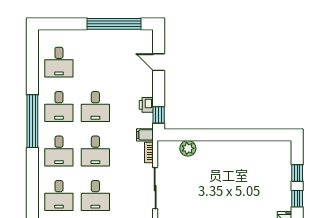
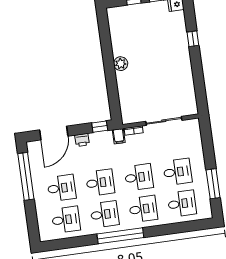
desk: (95, 62) -> (61, 188), added
door: (159, 62) -> (54, 133), width x1.87
printer: (146, 105) -> (82, 140), moved
plant: (188, 148) -> (121, 64), moved

